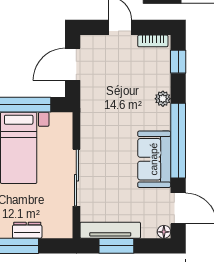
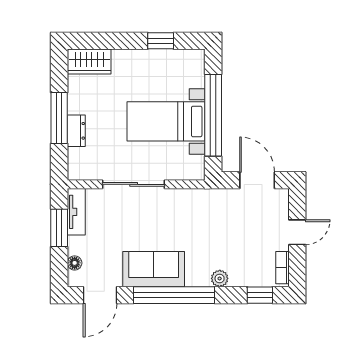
tv unit: (110, 230) -> (76, 212), width x0.71
floor lamp: (164, 232) -> (75, 263), moved

